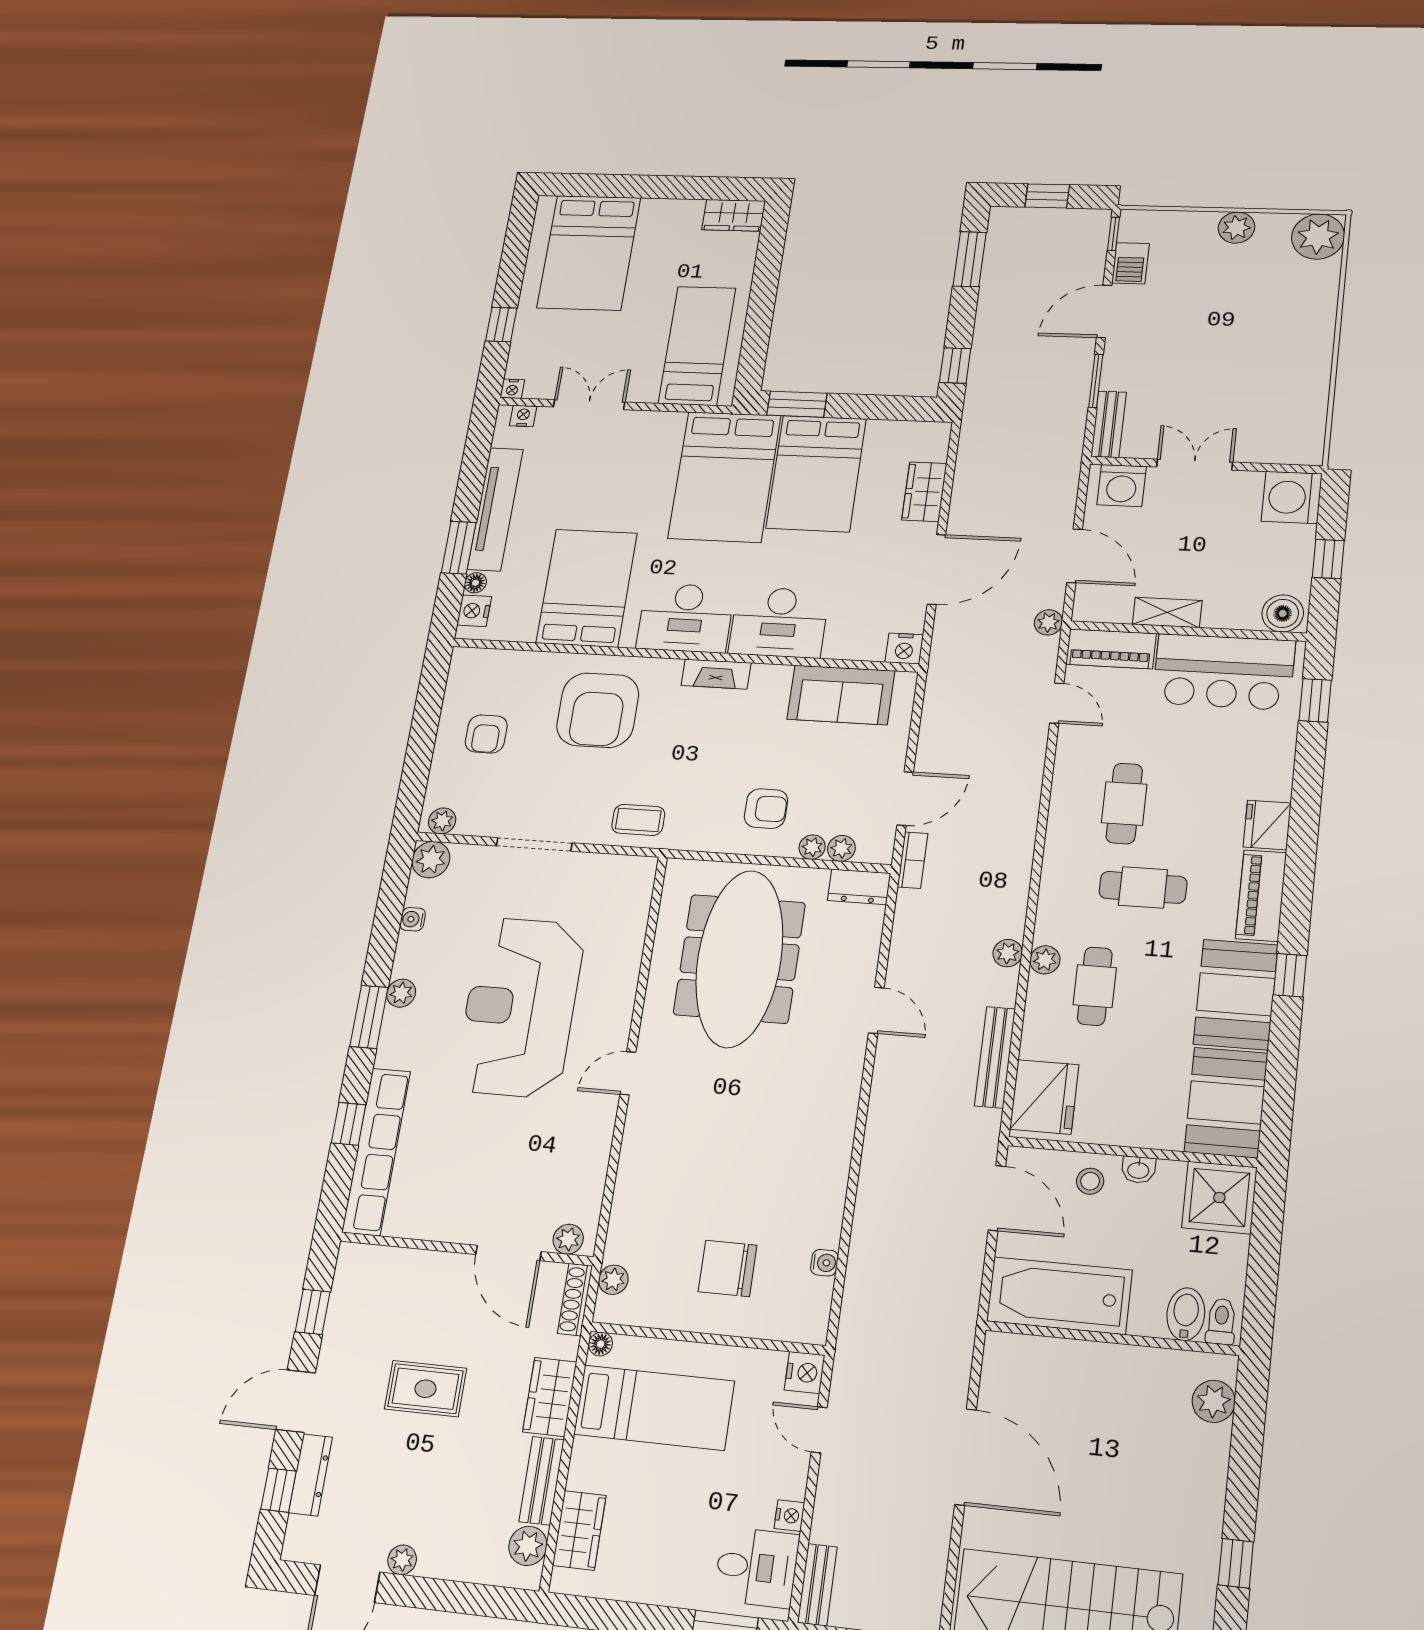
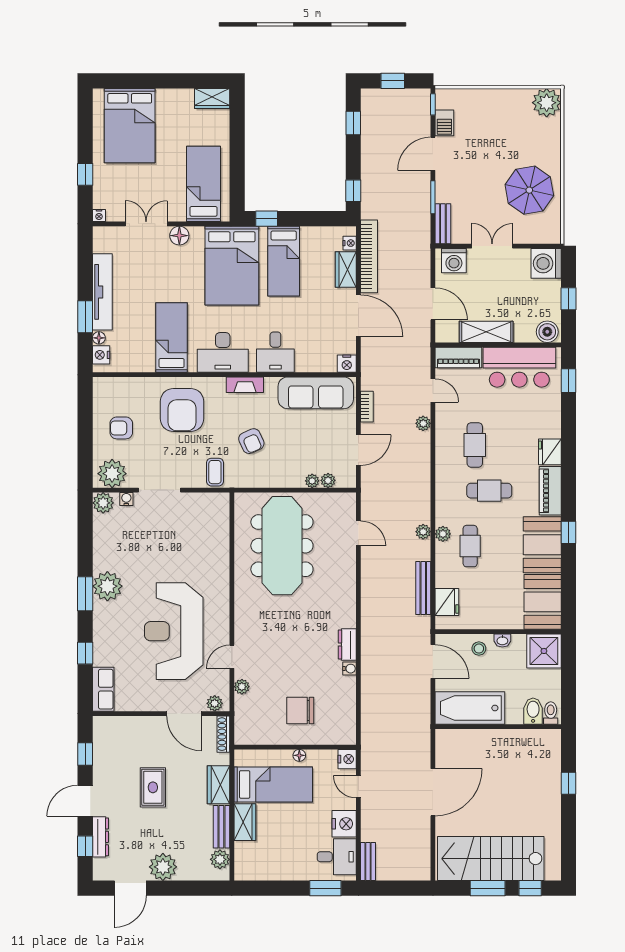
plant: (1236, 228) -> (501, 98), removed
window: (970, 259) -> (353, 123), width x0.67
parasol: (1272, 375) -> (529, 190), added
window: (797, 404) -> (267, 219), width x0.67
nightstand: (523, 416) -> (350, 243), moved, turned 90
floor lamp: (642, 425) -> (179, 236), added
bookcase: (969, 472) -> (369, 256), added
bed: (816, 473) -> (284, 261), width x0.67
door: (936, 569) -> (358, 316), hinge flipped
bed: (587, 588) -> (172, 338), width x0.67
shelving: (1167, 612) -> (486, 332), width x1.50, depth x1.33
desk: (779, 622) -> (275, 352), width x0.73
plant: (1048, 622) -> (423, 423), moved
sofa: (841, 695) -> (316, 393), width x1.36
armchair: (486, 734) -> (121, 428), turned 90
armchair: (766, 809) -> (251, 441), moved, turned 66
coffee table: (638, 820) -> (215, 472), turned 90
plant: (442, 821) -> (112, 474), width x1.87, depth x1.87
bookcase: (913, 860) -> (367, 407), moved
dresser: (859, 887) -> (347, 645), moved, turned 90
water cooler: (413, 919) -> (126, 499), moved, turned 90
plant: (401, 993) -> (107, 586), width x1.87, depth x1.87
reception desk: (520, 1007) -> (174, 631), moved
door: (876, 1010) -> (358, 533), moved
door: (628, 1073) -> (232, 657), moved
fridge: (1044, 1097) -> (447, 602), width x0.73, depth x0.75
row of seats: (376, 1152) -> (103, 689), width x0.50
water cooler: (824, 1263) -> (350, 669), moved
plant: (613, 1280) -> (242, 687), moved
floor lamp: (601, 1344) -> (299, 755), moved
rug: (425, 1389) -> (153, 787), turned 90
plant: (1214, 1401) -> (551, 753), removed
door: (966, 1457) -> (433, 792), hinge flipped
nightstand: (789, 1516) -> (344, 824), width x1.89, depth x1.79
wardrobe: (579, 1530) -> (245, 822), moved
plant: (402, 1560) -> (163, 867), width x1.88, depth x1.88
window: (1236, 1563) -> (569, 783), moved

